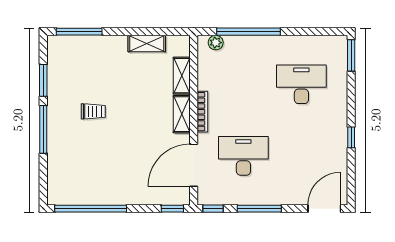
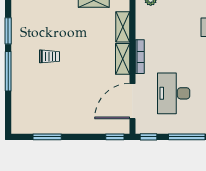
desk: (243, 156) -> (174, 93), turned -90
window: (91, 209) -> (47, 137), width x0.47

